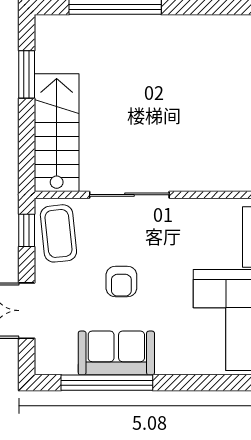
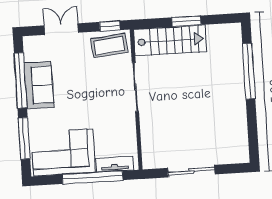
window: (27, 74) -> (186, 21), moved
armchair: (121, 282) -> (82, 85), removed
window: (203, 383) -> (24, 138), added

